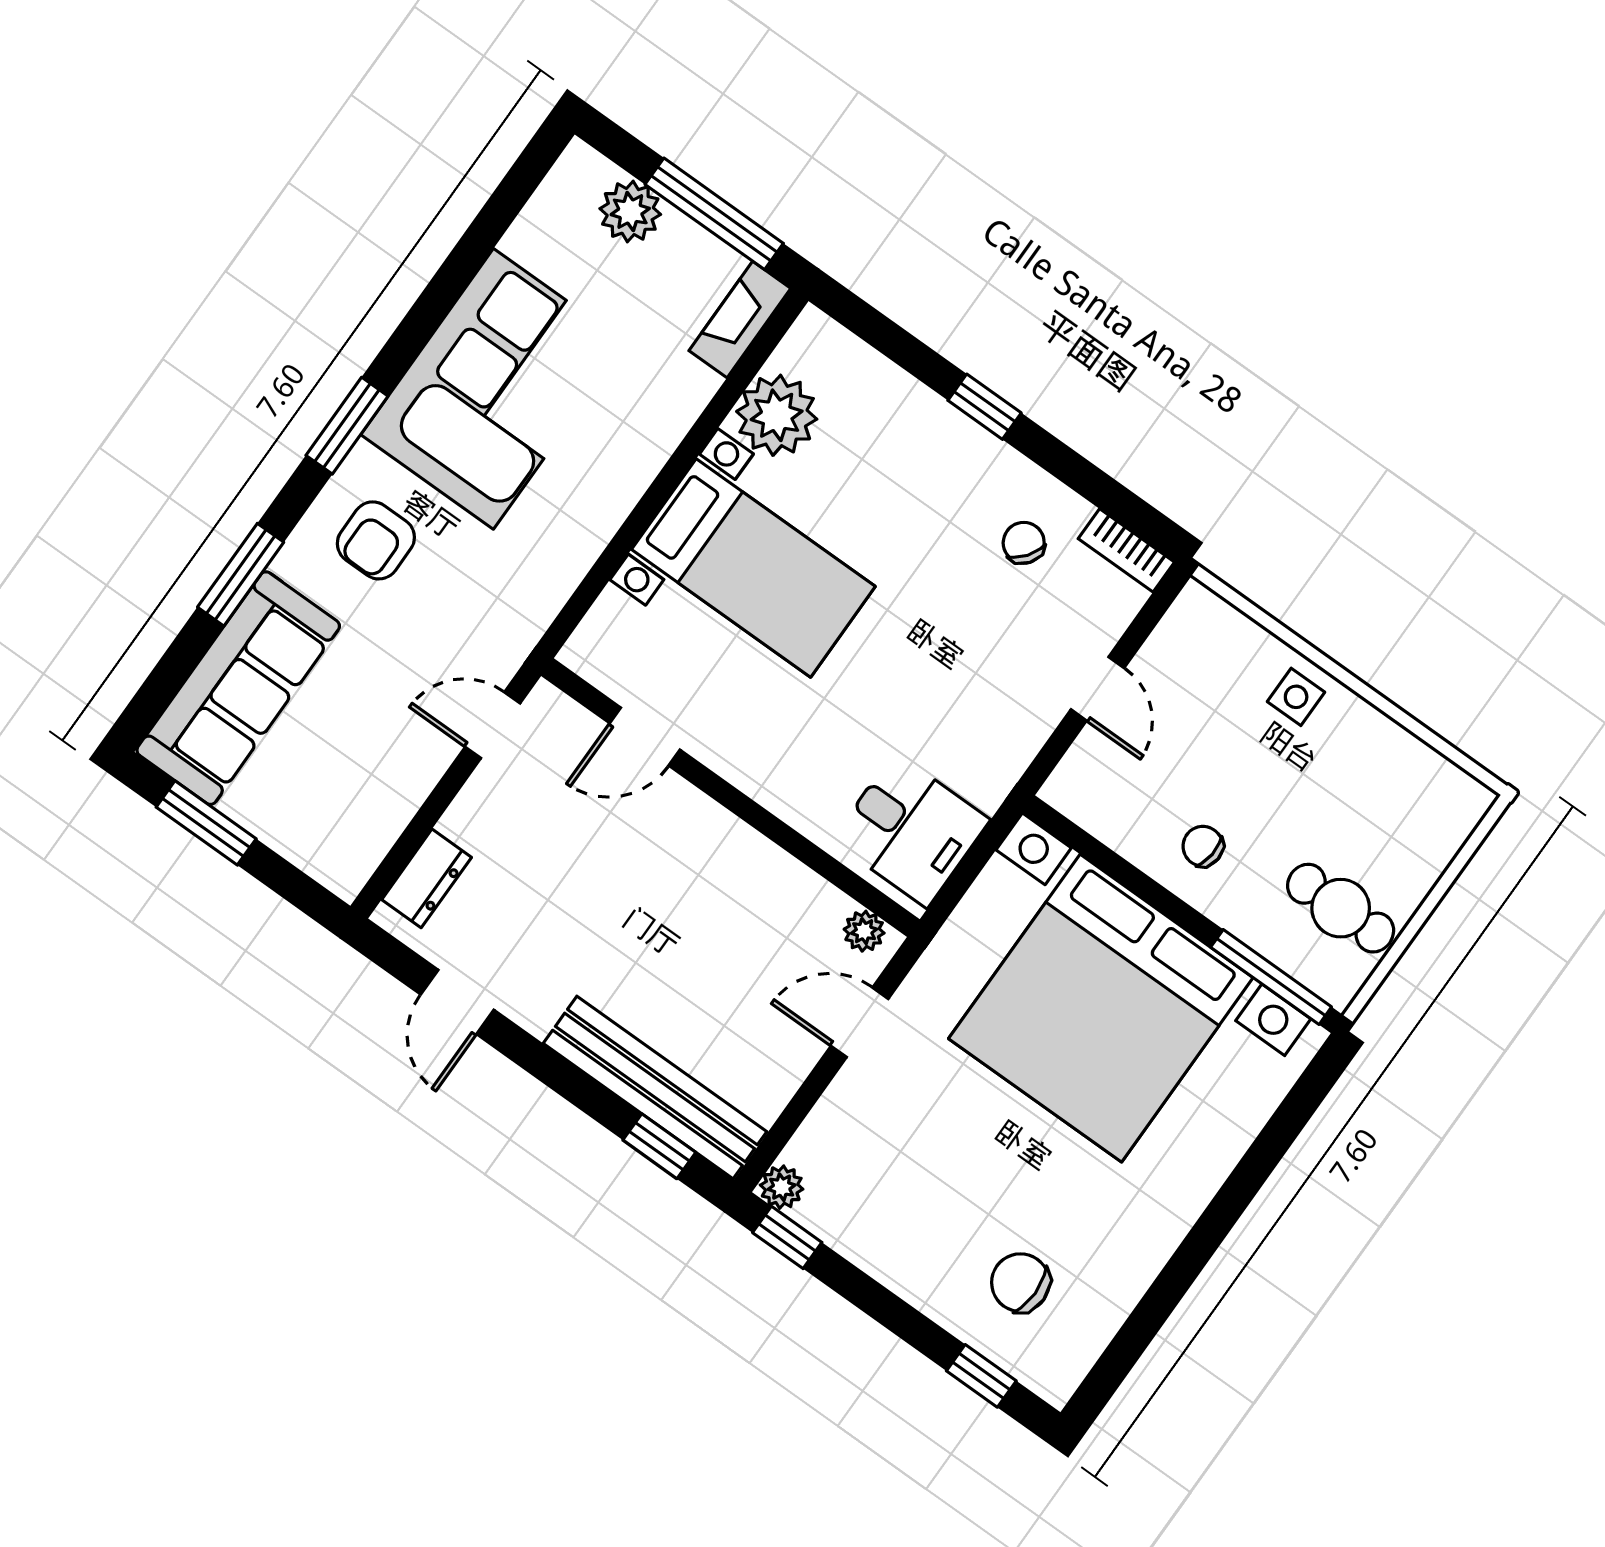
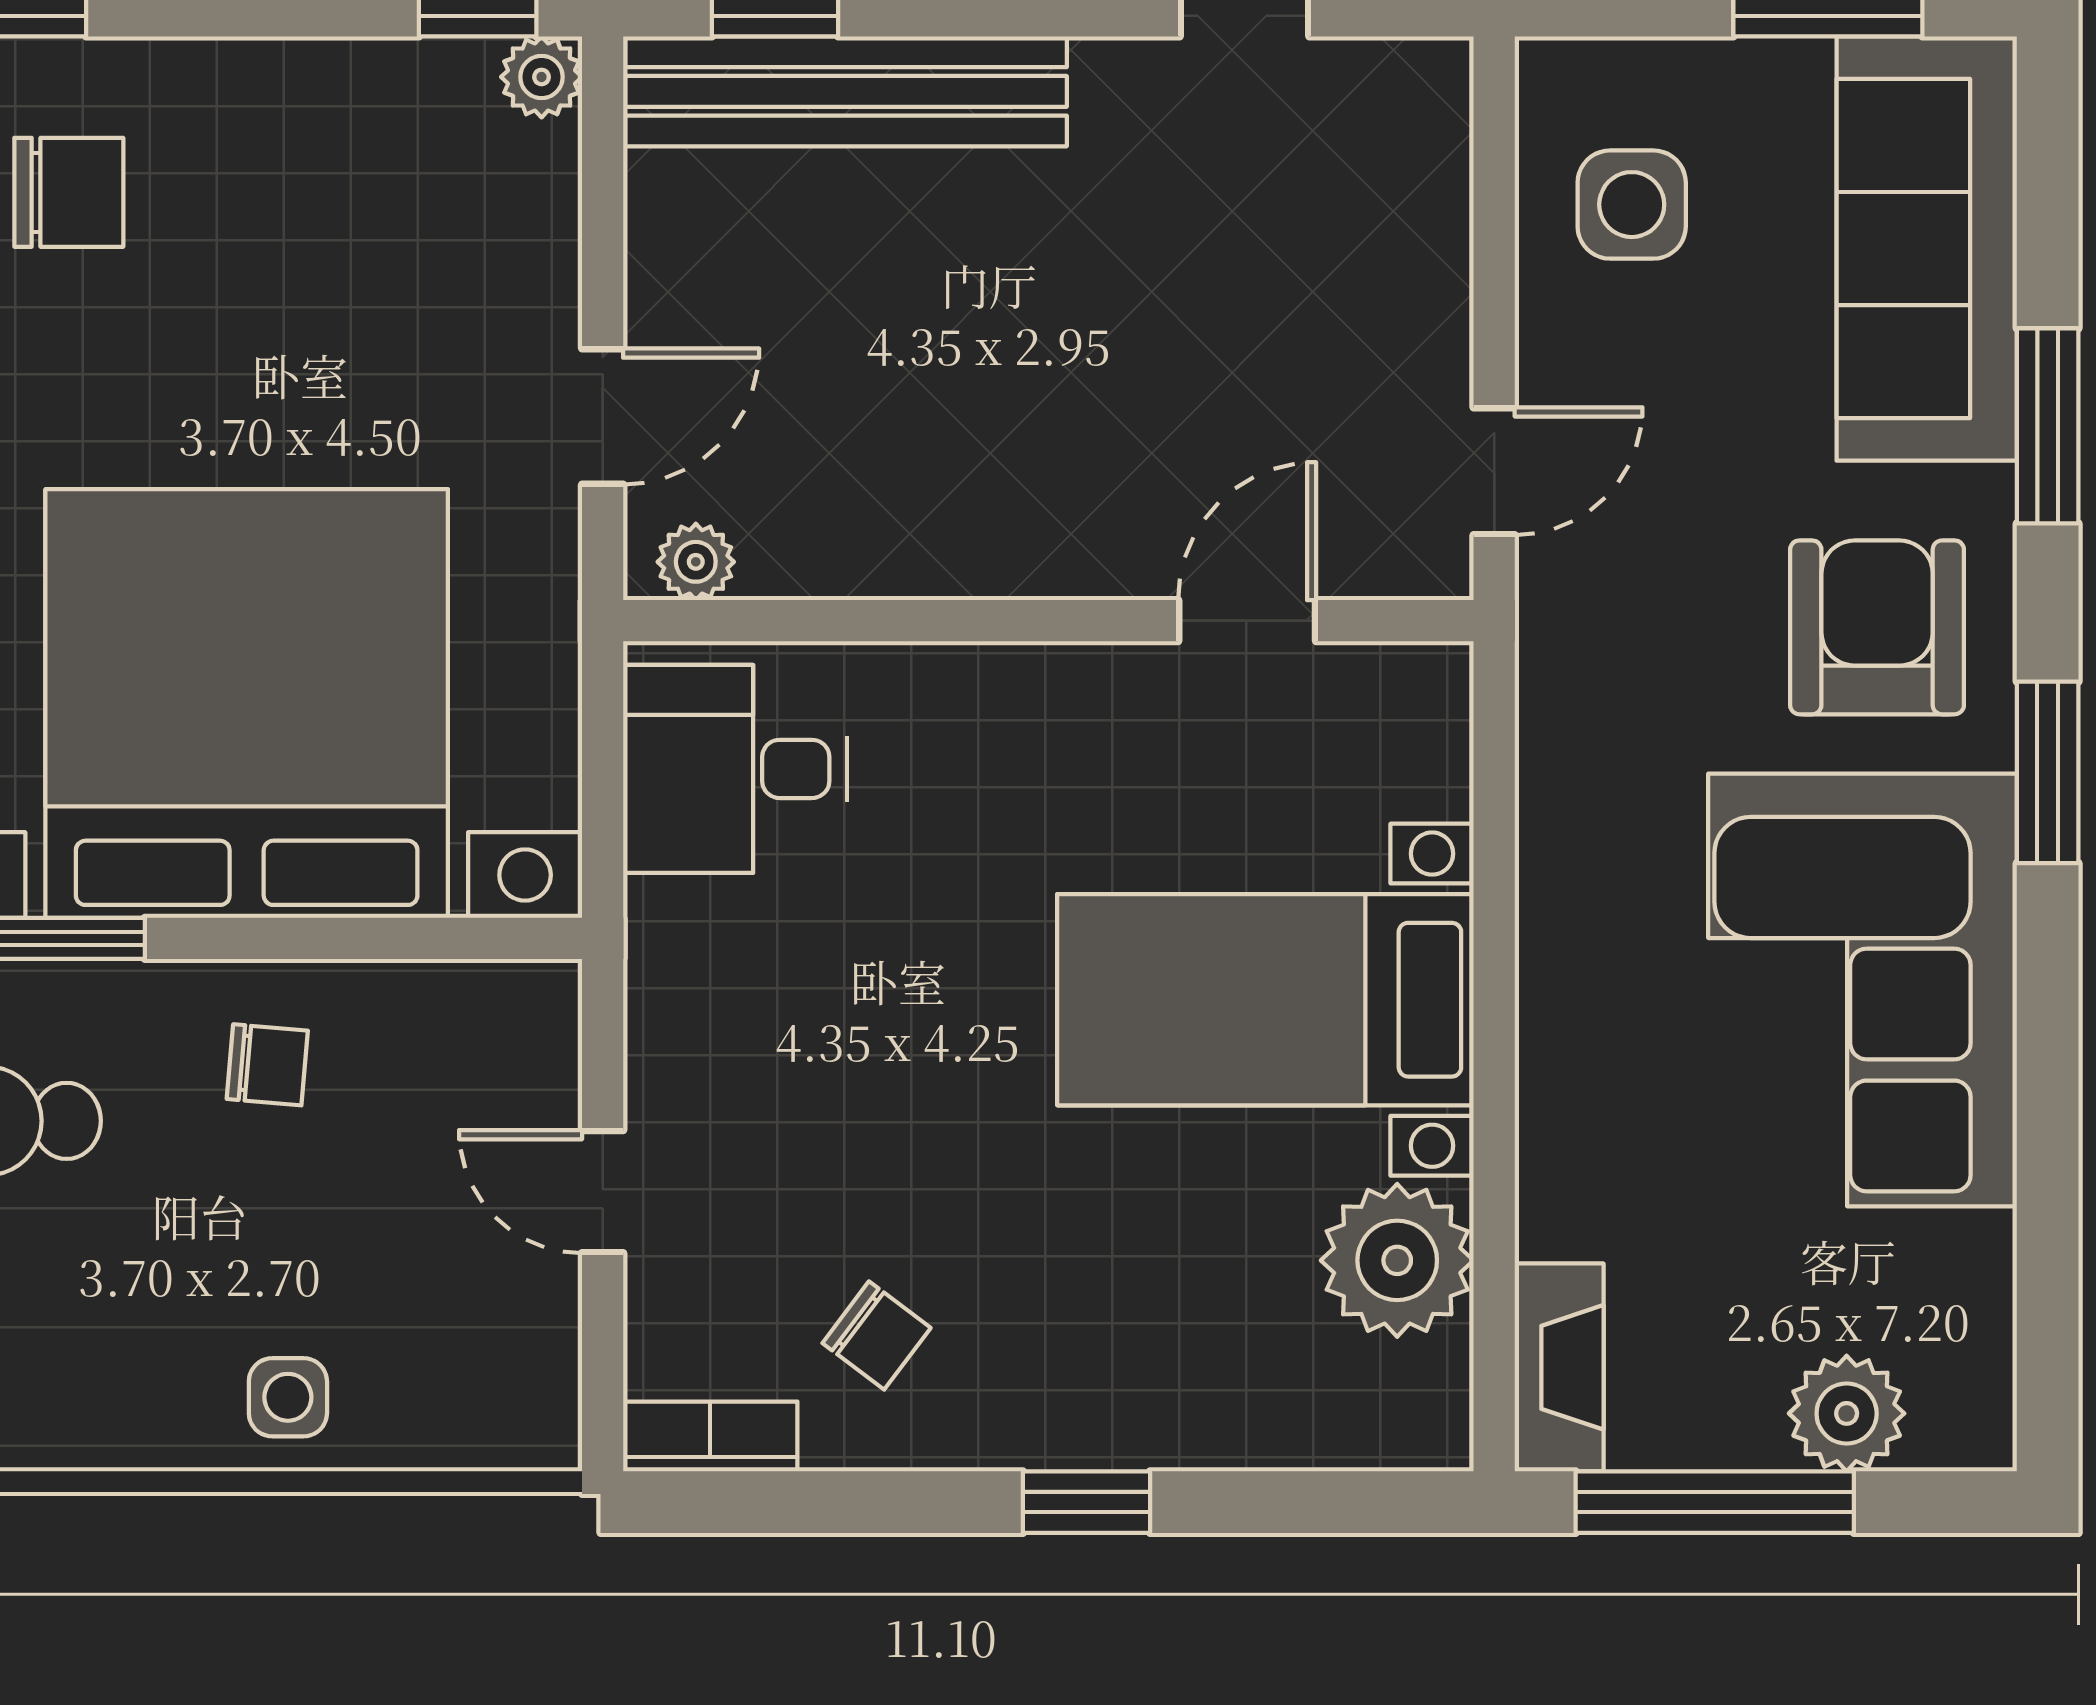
armchair: (376, 540) -> (1877, 627), width x1.38, depth x1.38
side table: (352, 798) -> (1632, 205), added
dresser: (427, 878) -> (1428, 162), removed

